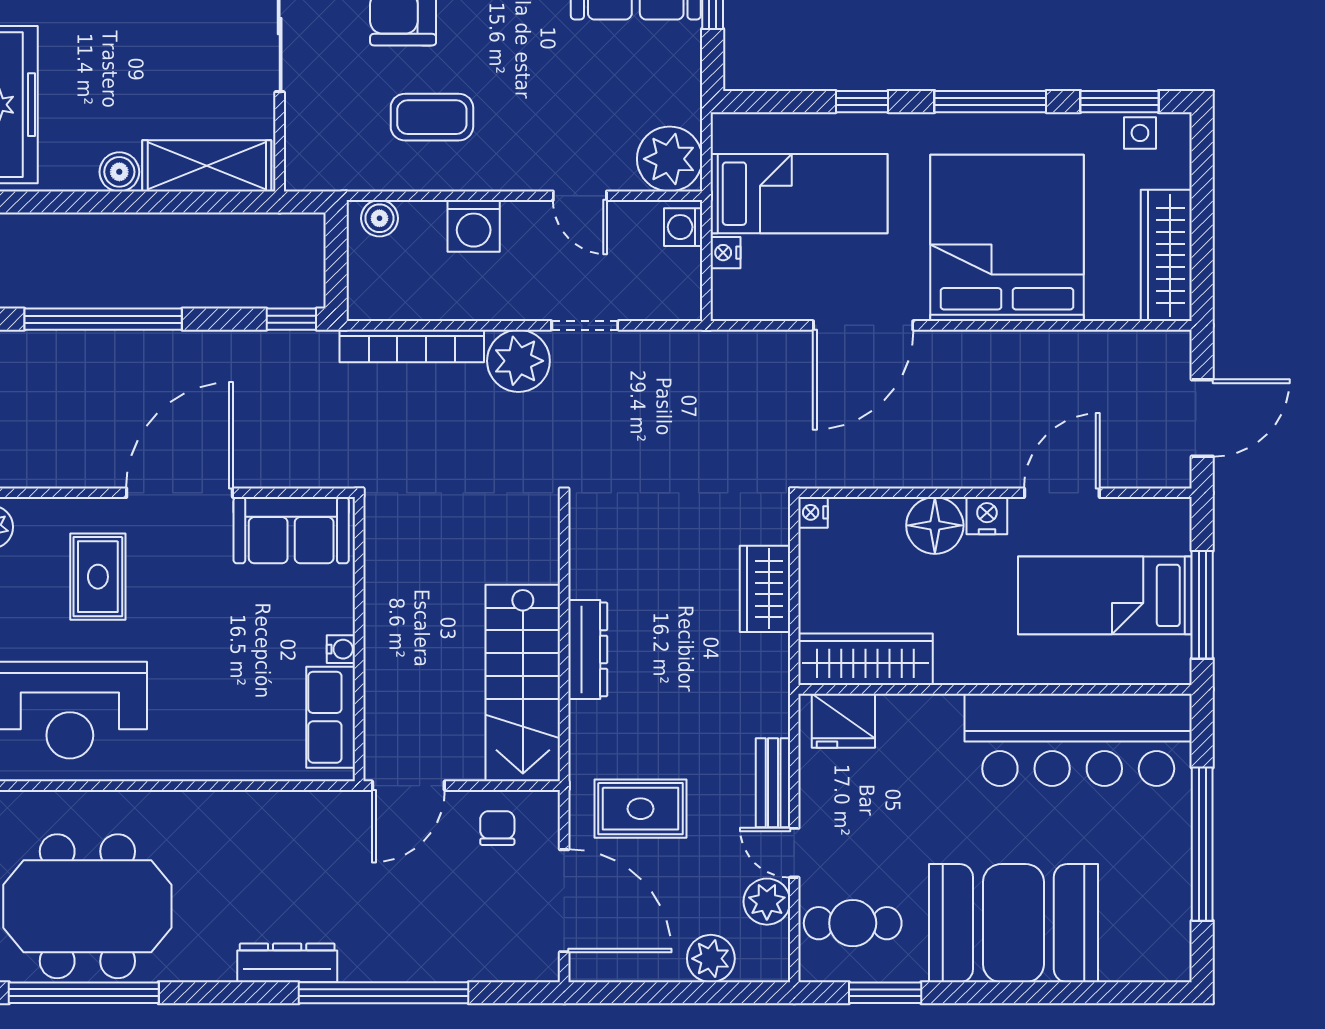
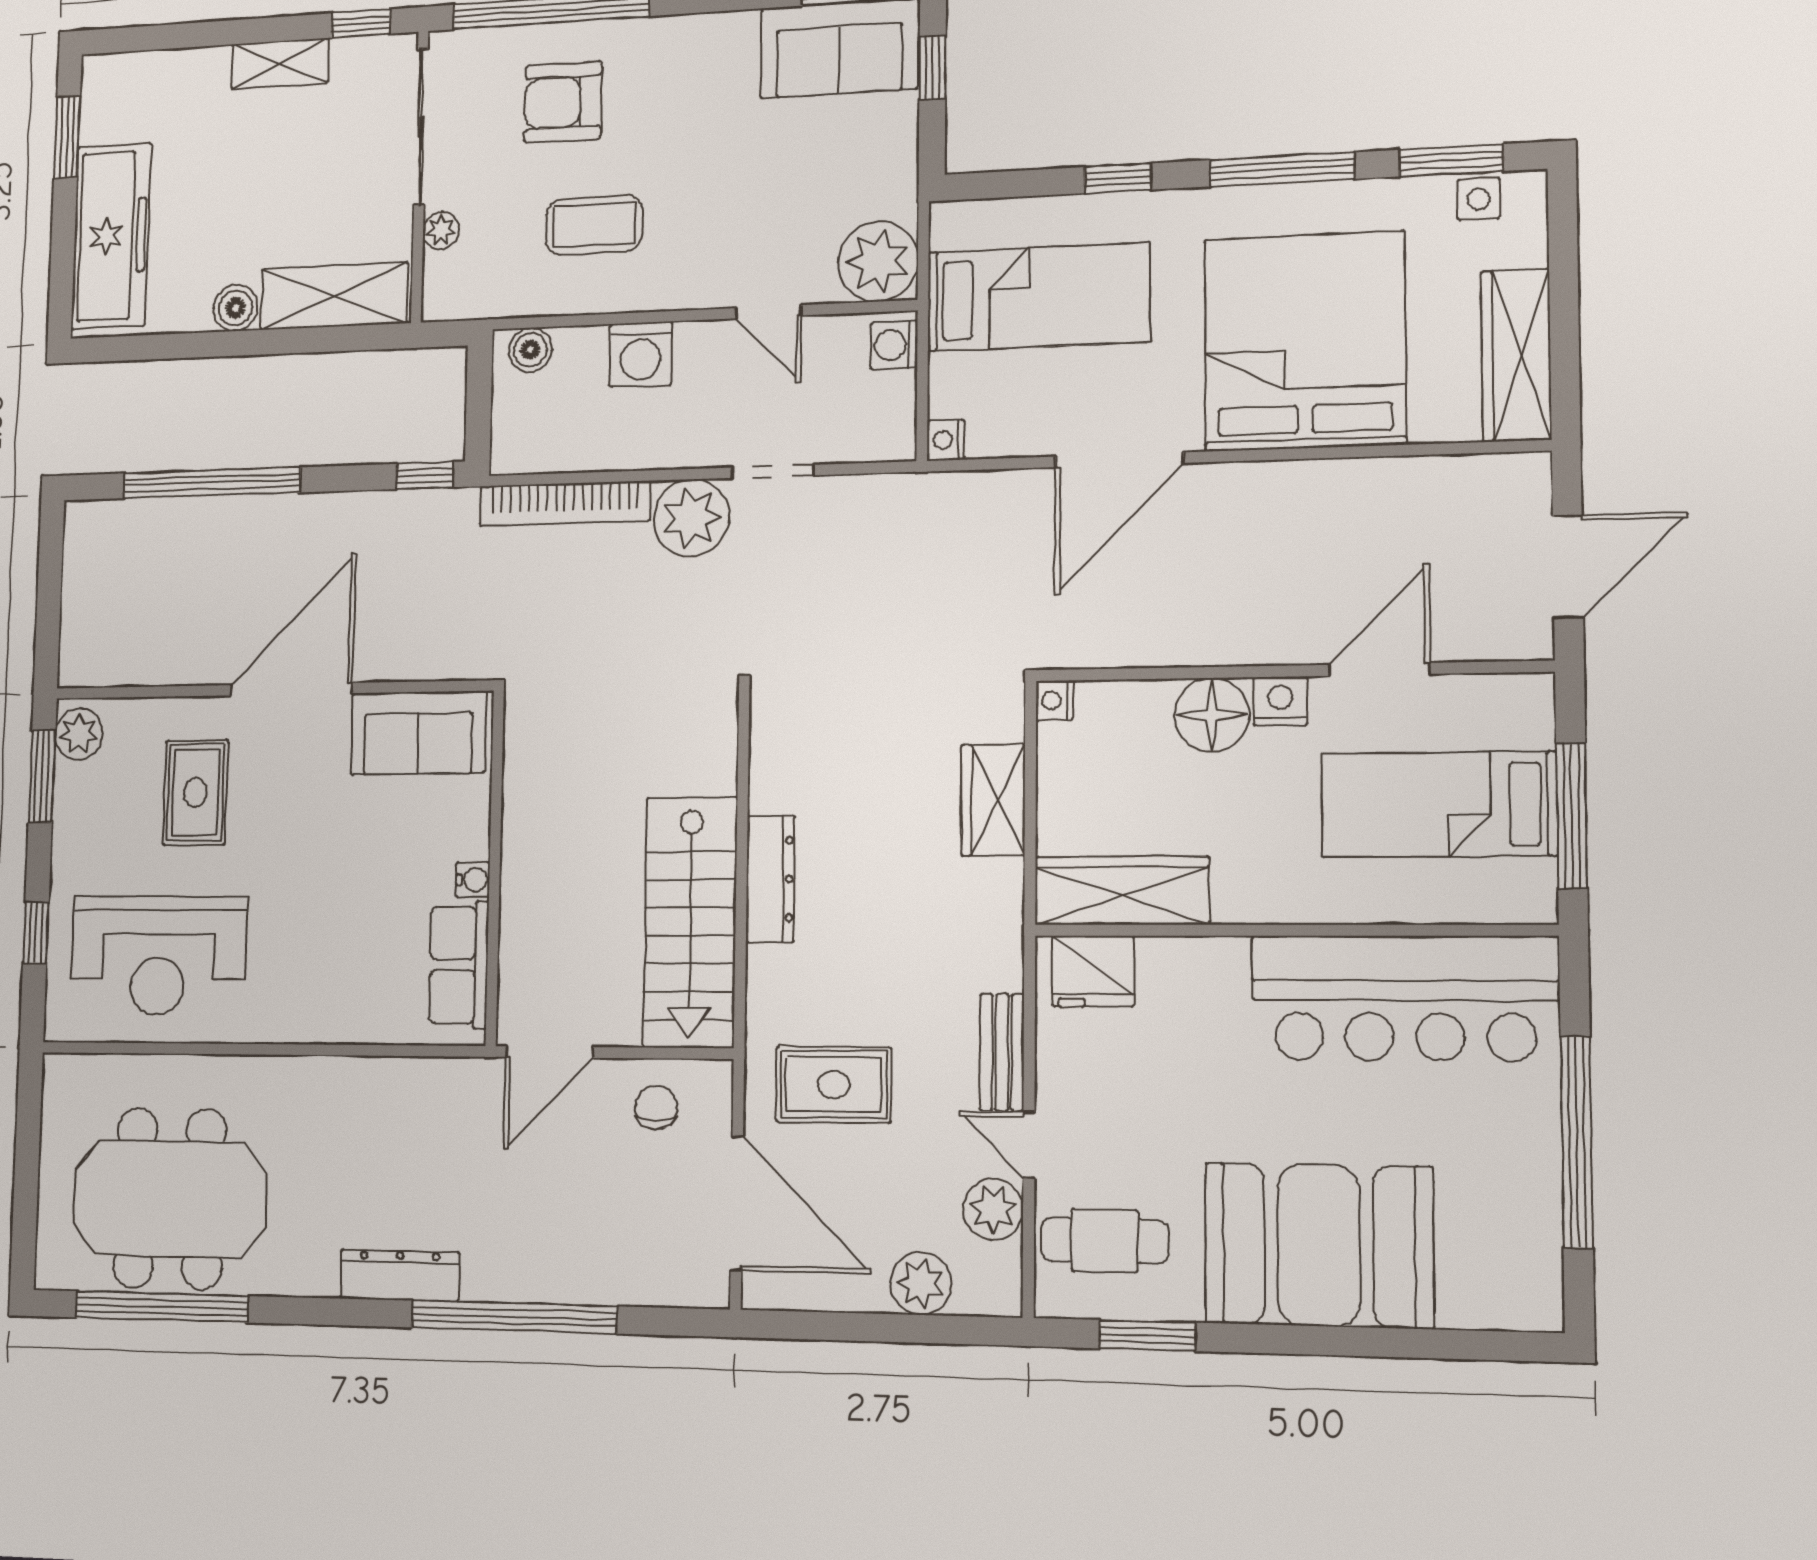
plant: (300, 115) -> (441, 230), added
nightstand: (726, 253) -> (946, 440), moved

